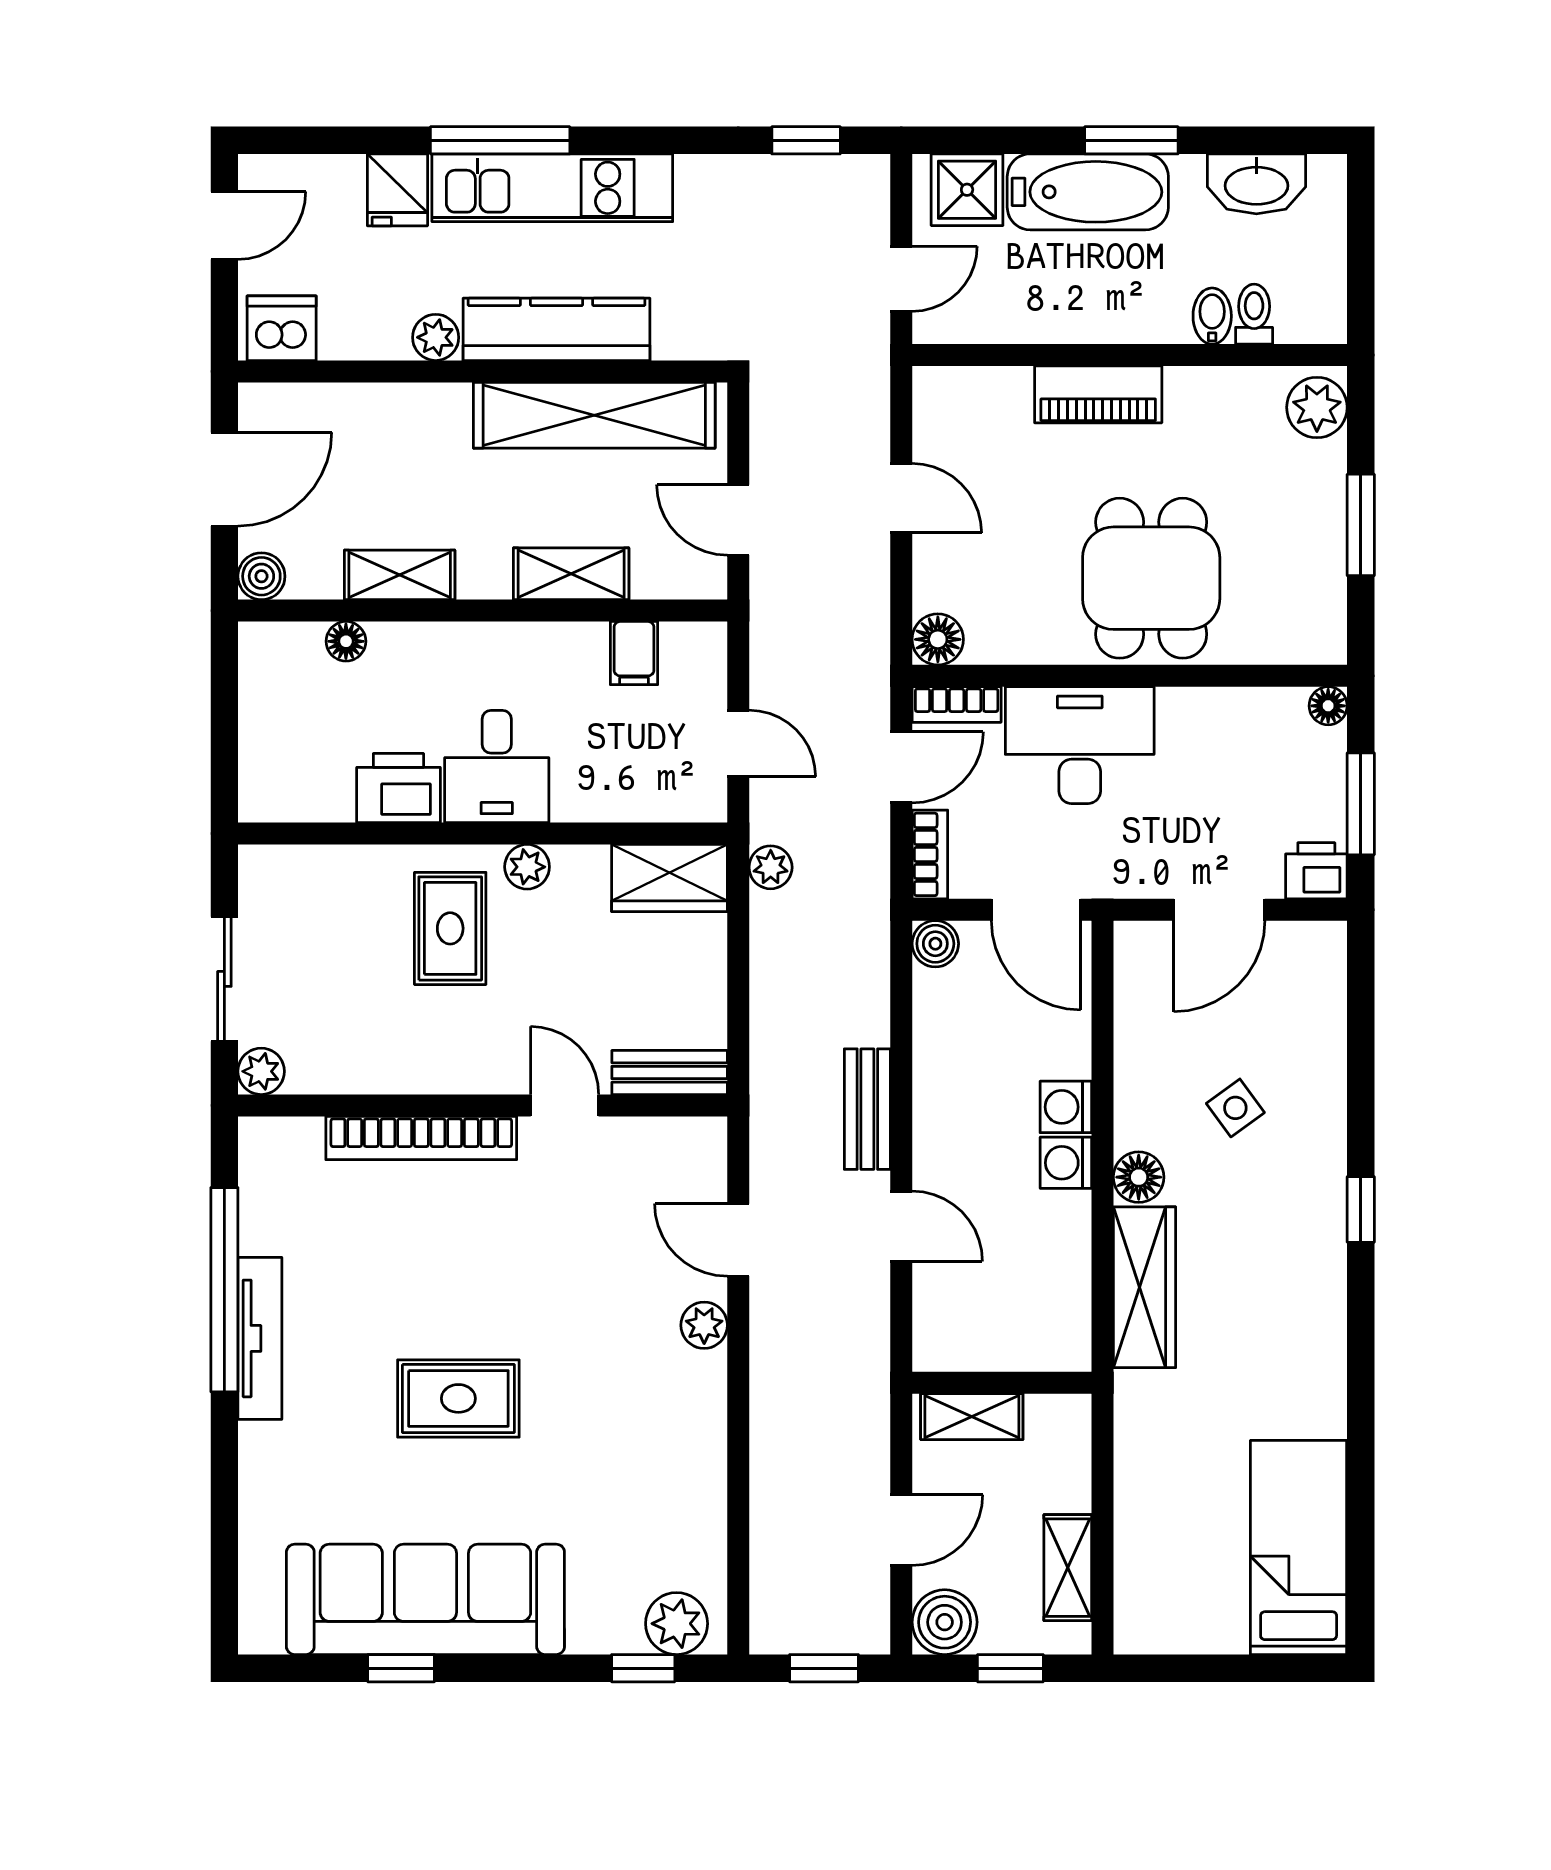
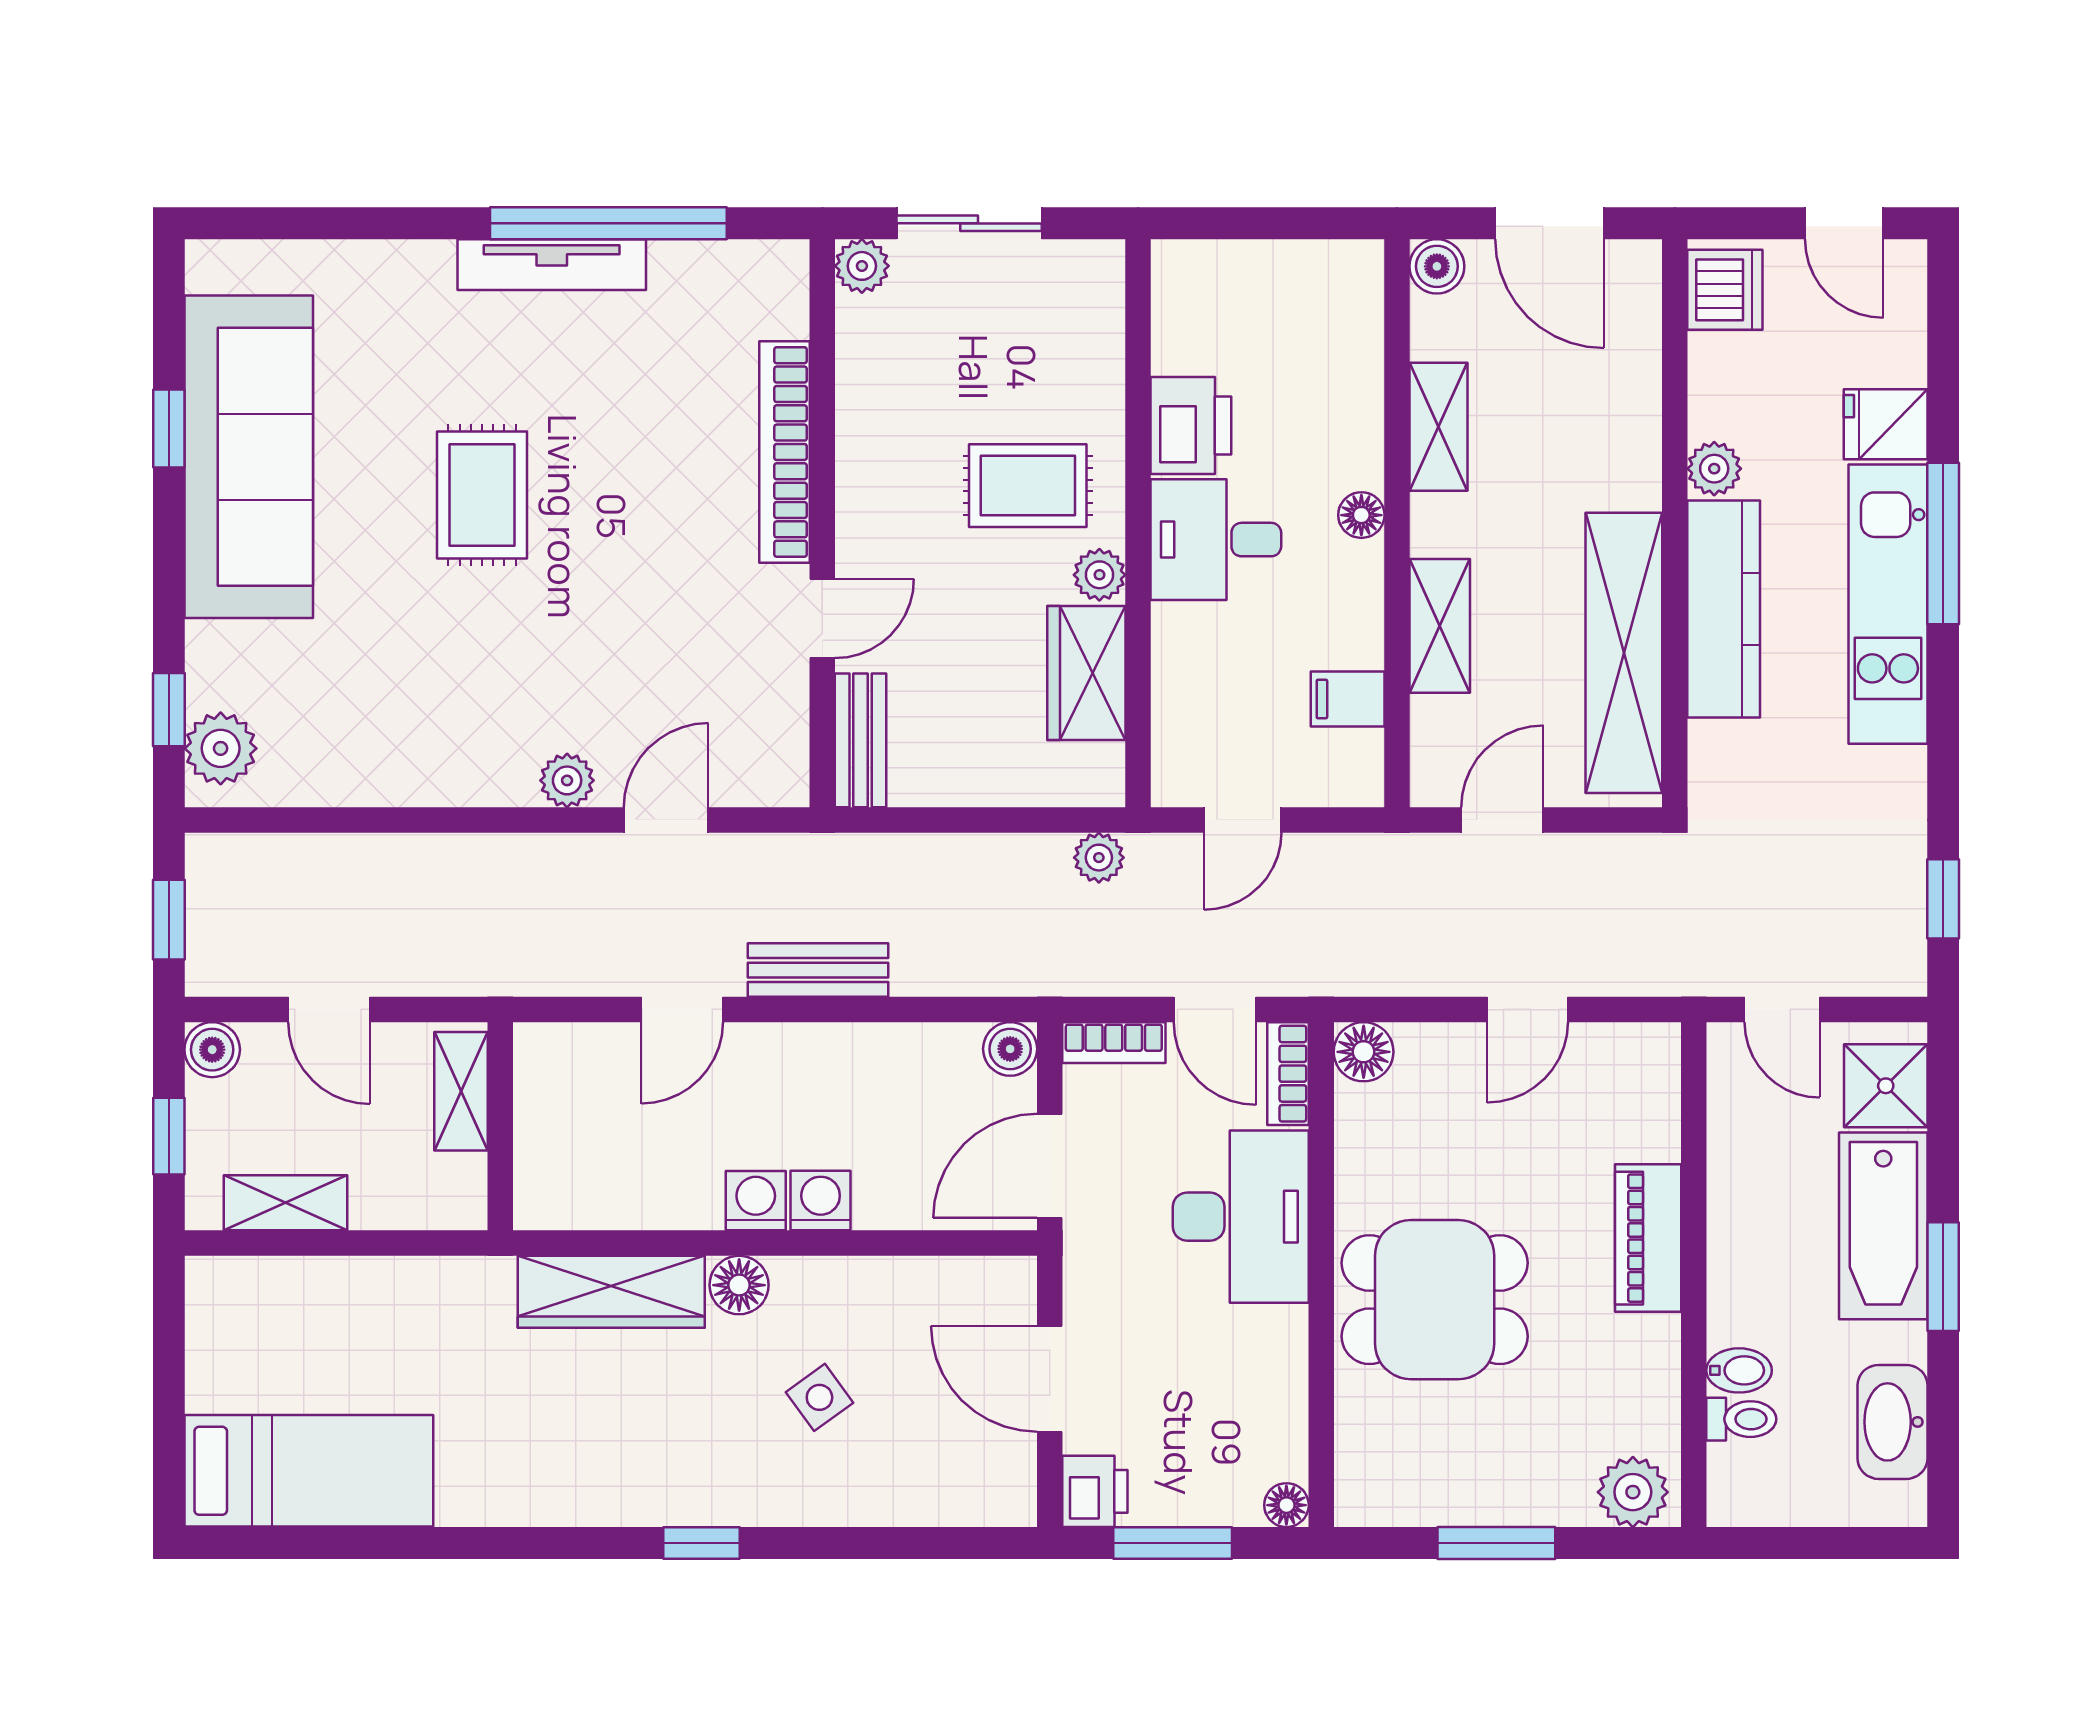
floor lamp: (346, 641) -> (1361, 515), moved
wardrobe: (669, 878) -> (1086, 673), moved
boiler: (945, 1622) -> (212, 1050), width x0.73, depth x0.73

